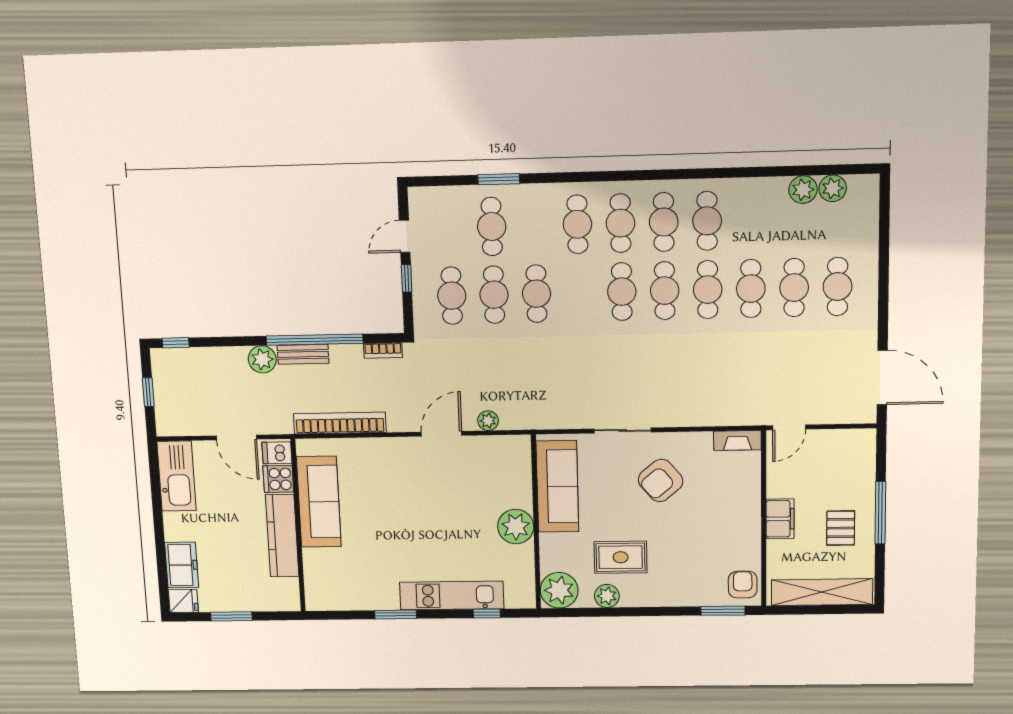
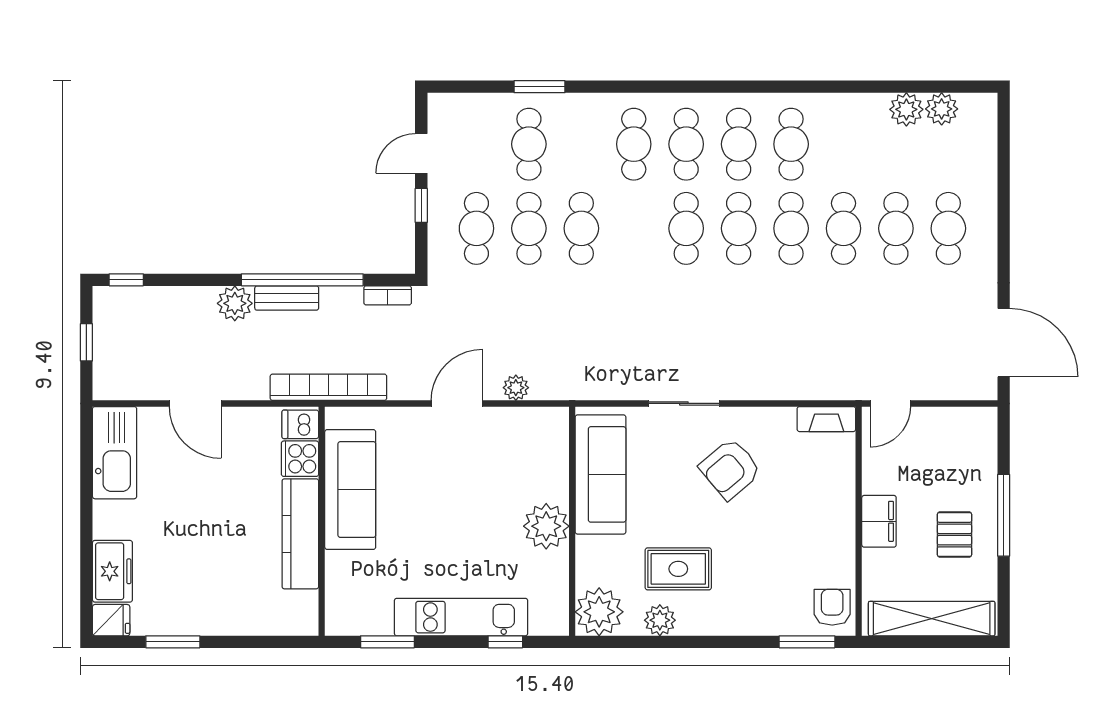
dishwasher: (277, 453) -> (300, 424), moved
cooker: (278, 479) -> (300, 459), moved
sofa: (319, 502) -> (350, 490), moved
wall: (298, 526) -> (322, 521), moved
kitchen counter: (282, 536) -> (300, 534), moved

